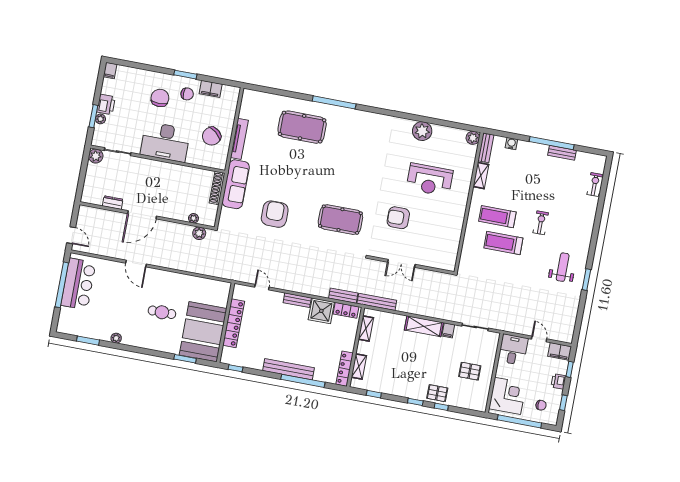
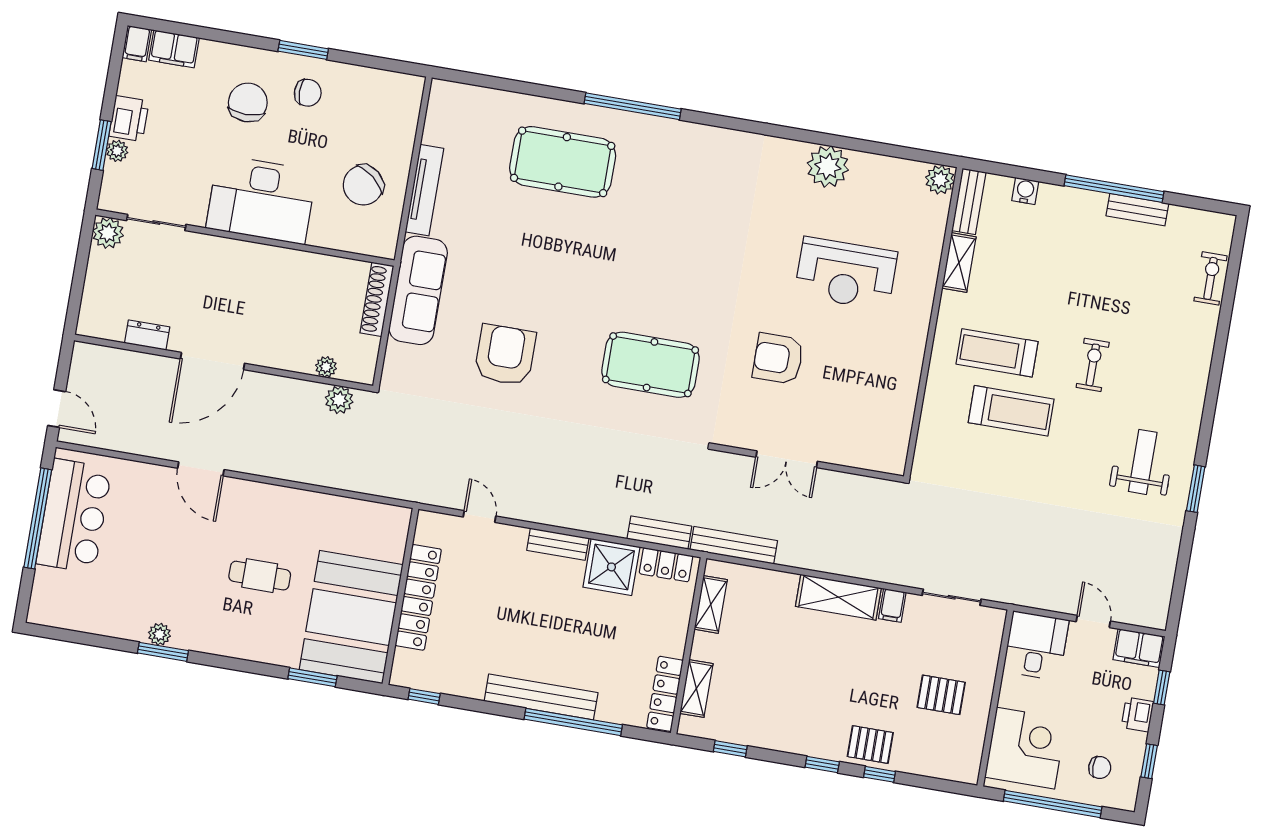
filing cabinet: (211, 89) -> (174, 49), moved
treadmill: (503, 243) -> (1011, 411), turned 180
window: (88, 341) -> (163, 652), moved

